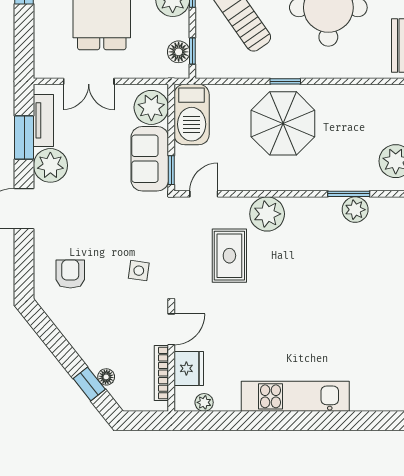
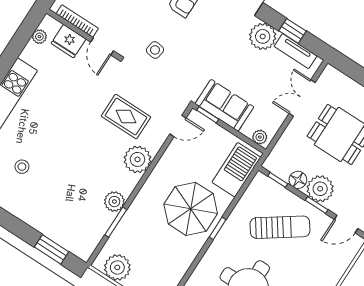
floor lamp: (179, 52) -> (298, 180), moved
plant: (151, 107) -> (260, 137), width x0.53, depth x0.53
barbecue: (192, 115) -> (236, 170), moved, turned 90
window: (24, 138) -> (293, 31), width x0.67
door: (204, 194) -> (178, 126), hinge flipped
plant: (355, 210) -> (114, 202), moved
stool: (354, 332) -> (22, 167), added

